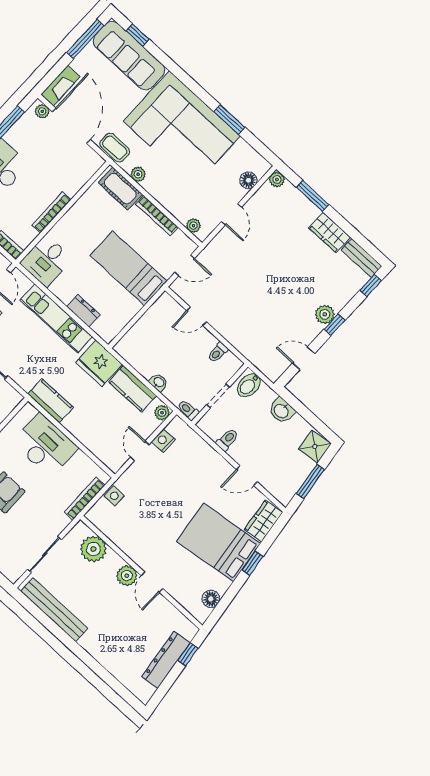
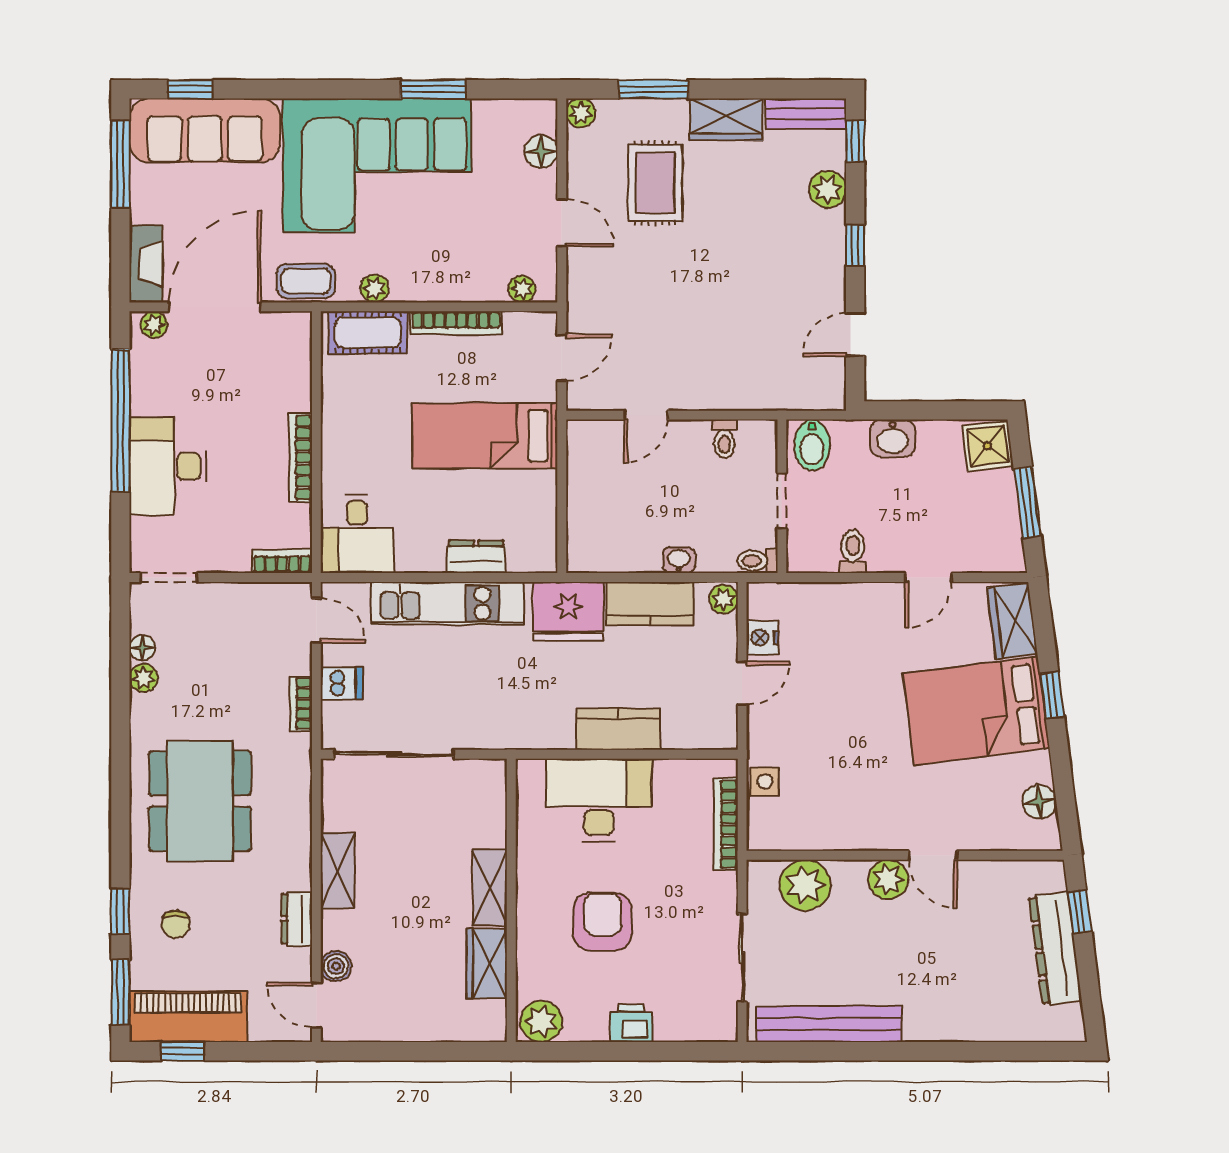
door: (71, 126) -> (215, 307), hinge flipped
rug: (281, 232) -> (655, 183), added
plant: (325, 314) -> (828, 189), moved
kitchen counter: (50, 401) -> (619, 729), moved
door: (140, 451) -> (742, 683), swing flipped

